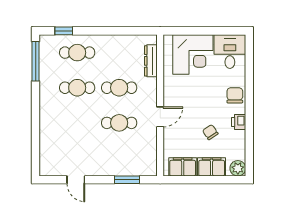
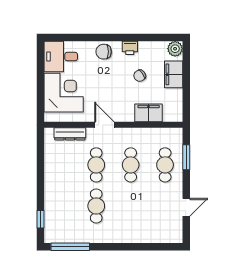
cafe table: (77, 53) -> (165, 165), moved
door: (160, 117) -> (104, 125), moved
filing cabinet: (183, 167) -> (149, 113), moved, turned 90

